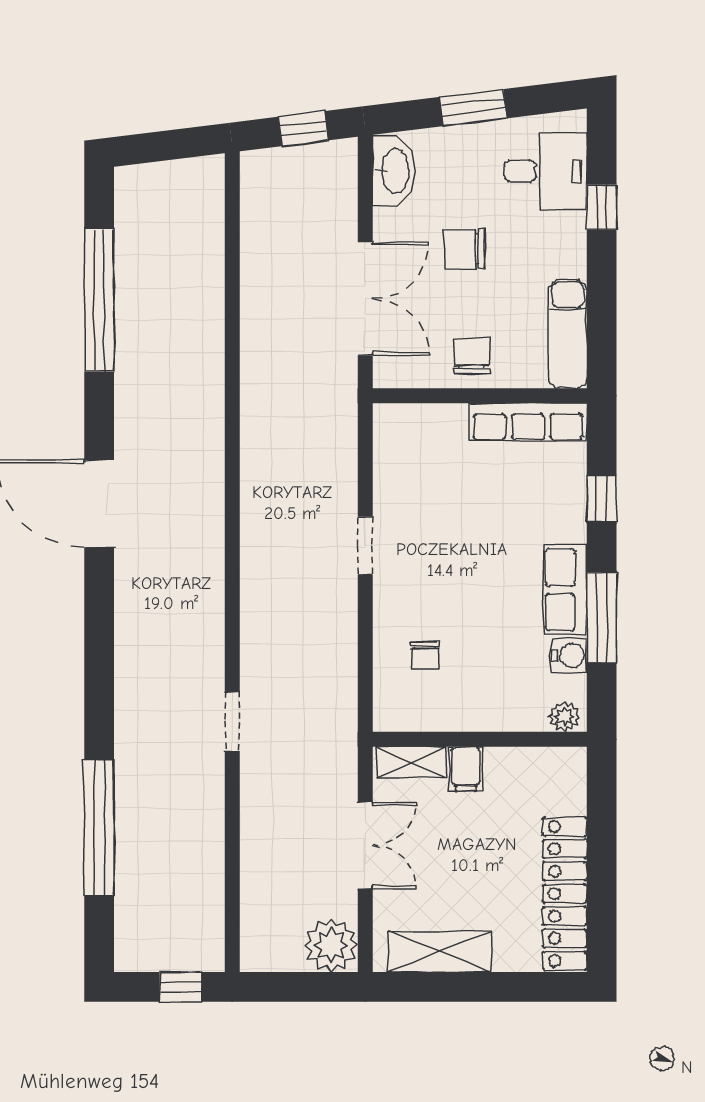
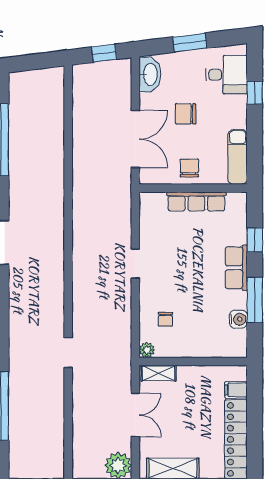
row of seats: (528, 422) -> (196, 201), moved
row of seats: (565, 590) -> (236, 268), moved
plant: (564, 717) -> (147, 350), moved
filing cabinet: (466, 769) -> (236, 390), moved, turned 90

